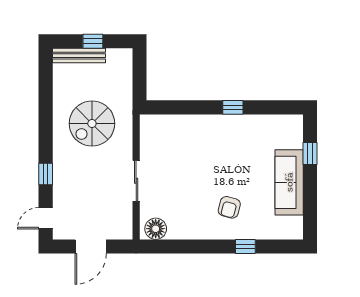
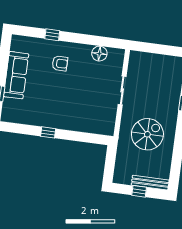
armchair: (229, 207) -> (60, 63), turned 75
floor lamp: (156, 229) -> (99, 54), moved
door: (91, 246) -> (160, 49), removed

